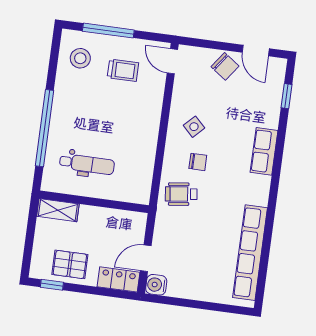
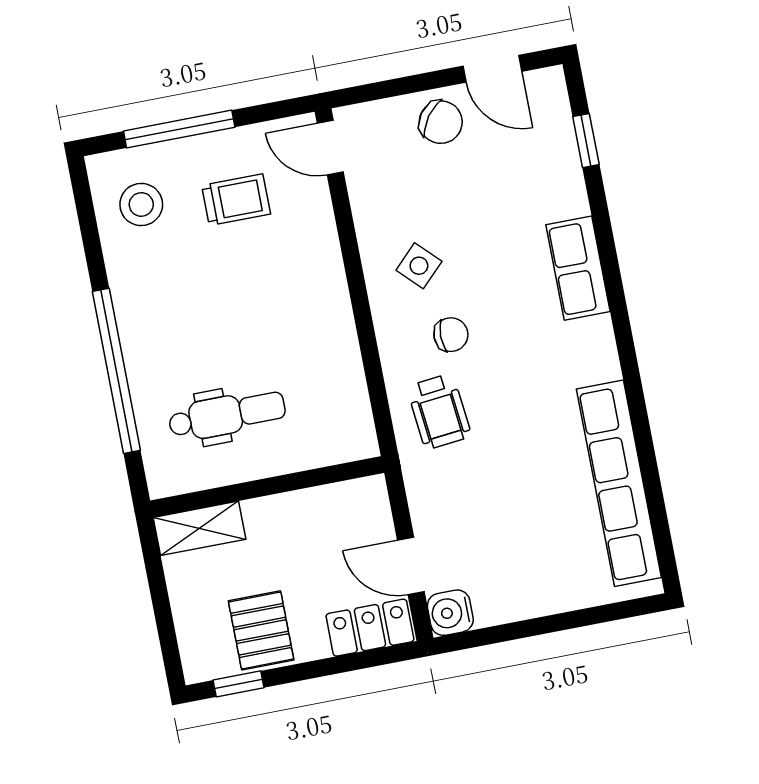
wheelchair: (181, 194) -> (439, 411), turned -89
door: (146, 258) -> (411, 566), hinge flipped
pallet: (70, 264) -> (261, 630), turned 90

